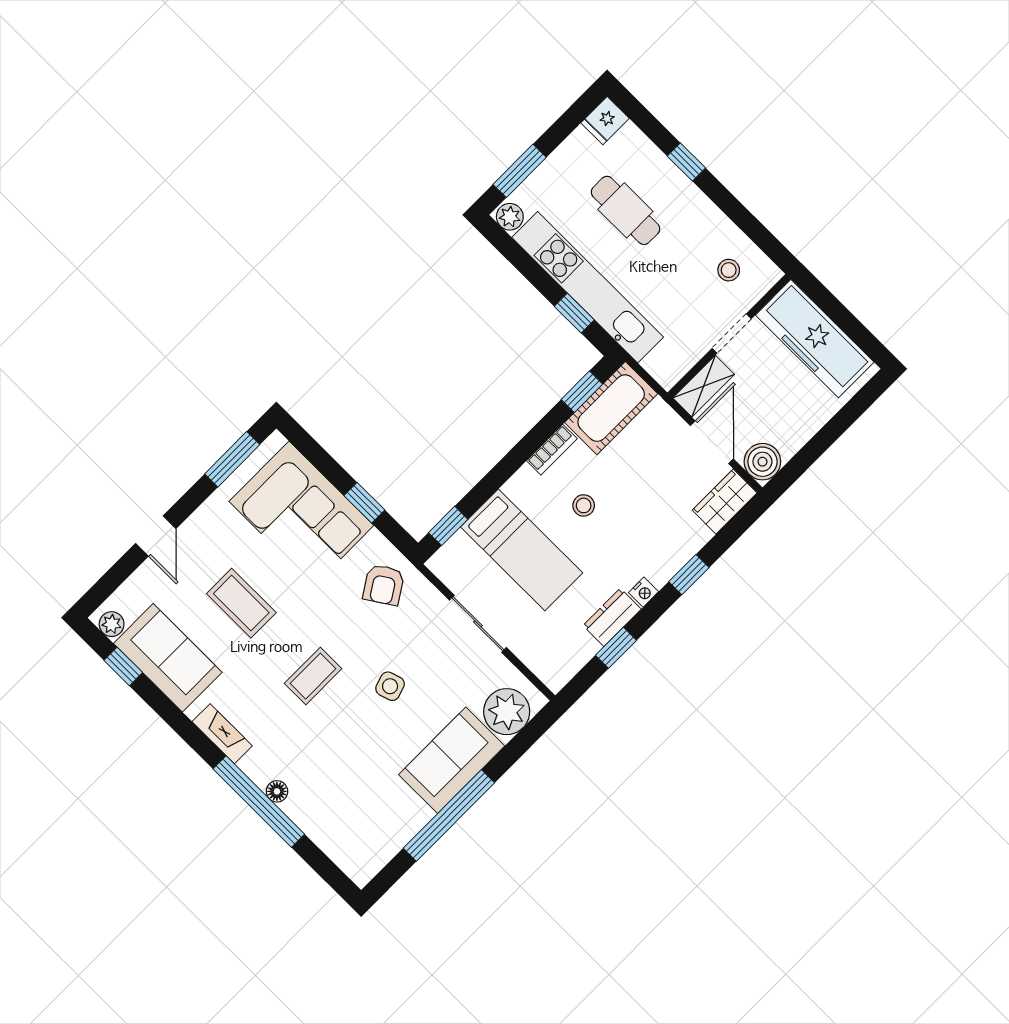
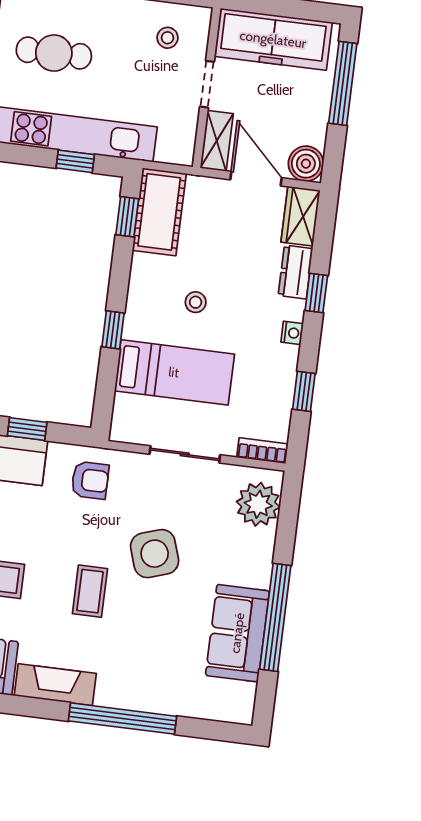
window: (844, 419) -> (343, 83), added
bookcase: (552, 450) -> (262, 451), moved, turned -90
window: (448, 526) -> (113, 330), moved
armchair: (384, 585) -> (90, 480), turned -57
dresser: (612, 617) -> (295, 272), moved
side table: (390, 686) -> (155, 554), width x1.87, depth x1.87
fireplace: (222, 734) -> (55, 685), width x1.37, depth x1.32
sofa: (452, 760) -> (237, 633), moved
floor lamp: (277, 791) -> (130, 700), removed

